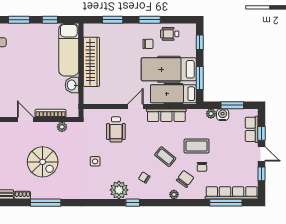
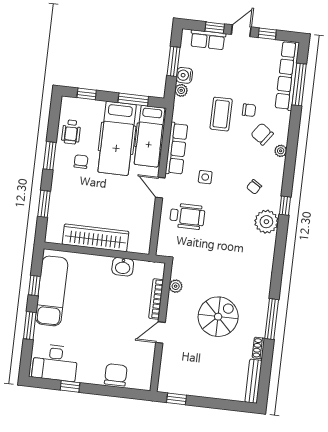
exam couch: (69, 50) -> (52, 291), moved, turned -90
coffee table: (165, 157) -> (230, 156), removed
side table: (95, 161) -> (205, 177), moved

